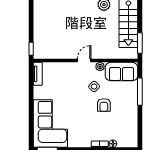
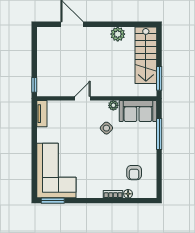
door: (84, 61) -> (82, 98), moved
armchair: (104, 105) -> (134, 173), moved

